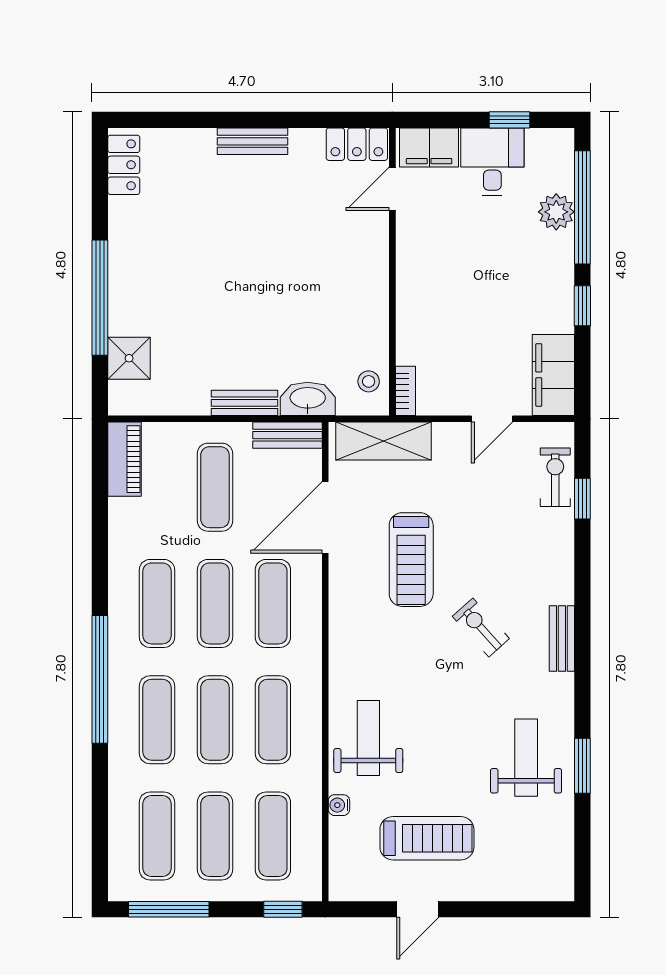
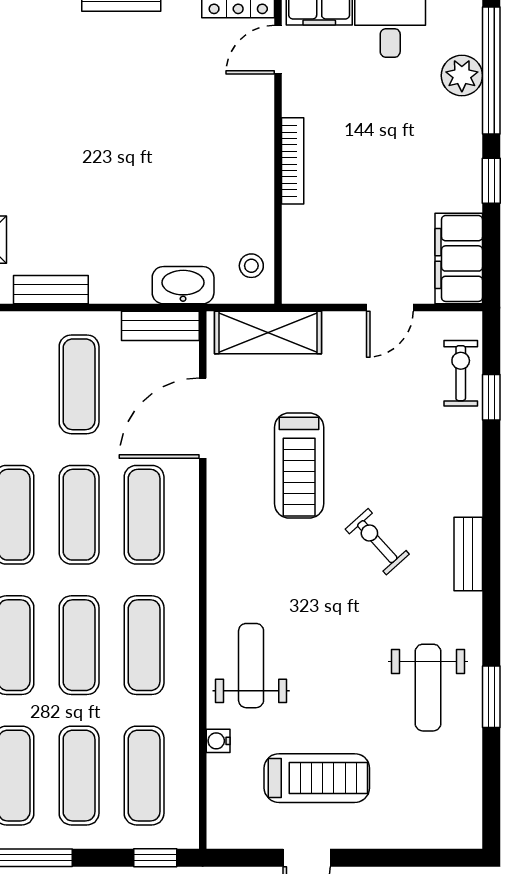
bookcase: (405, 391) -> (293, 161), moved, width x1.56
bench: (245, 403) -> (51, 290), moved
weight bench: (526, 758) -> (428, 688), turned 180

